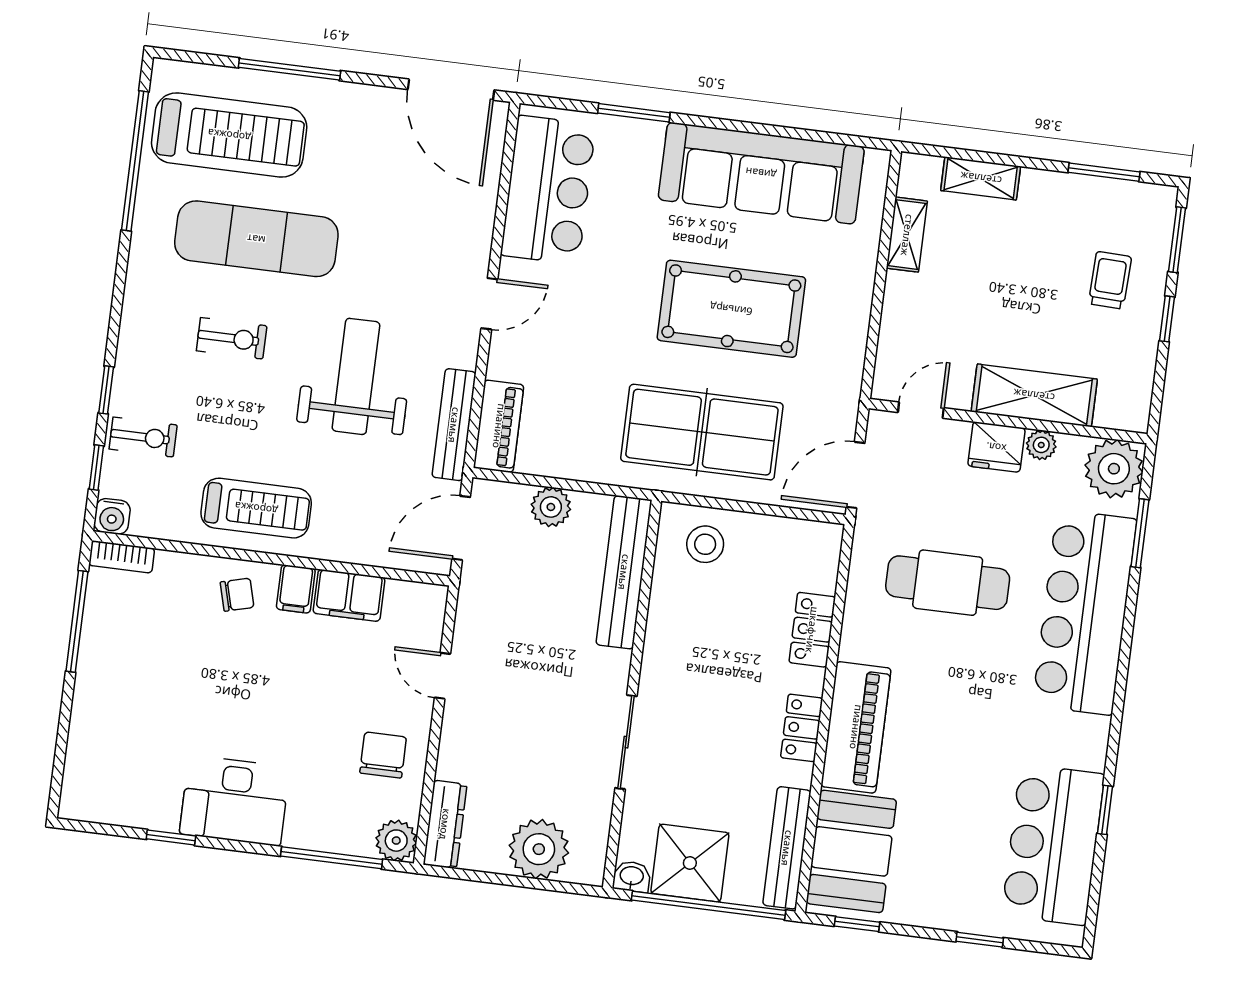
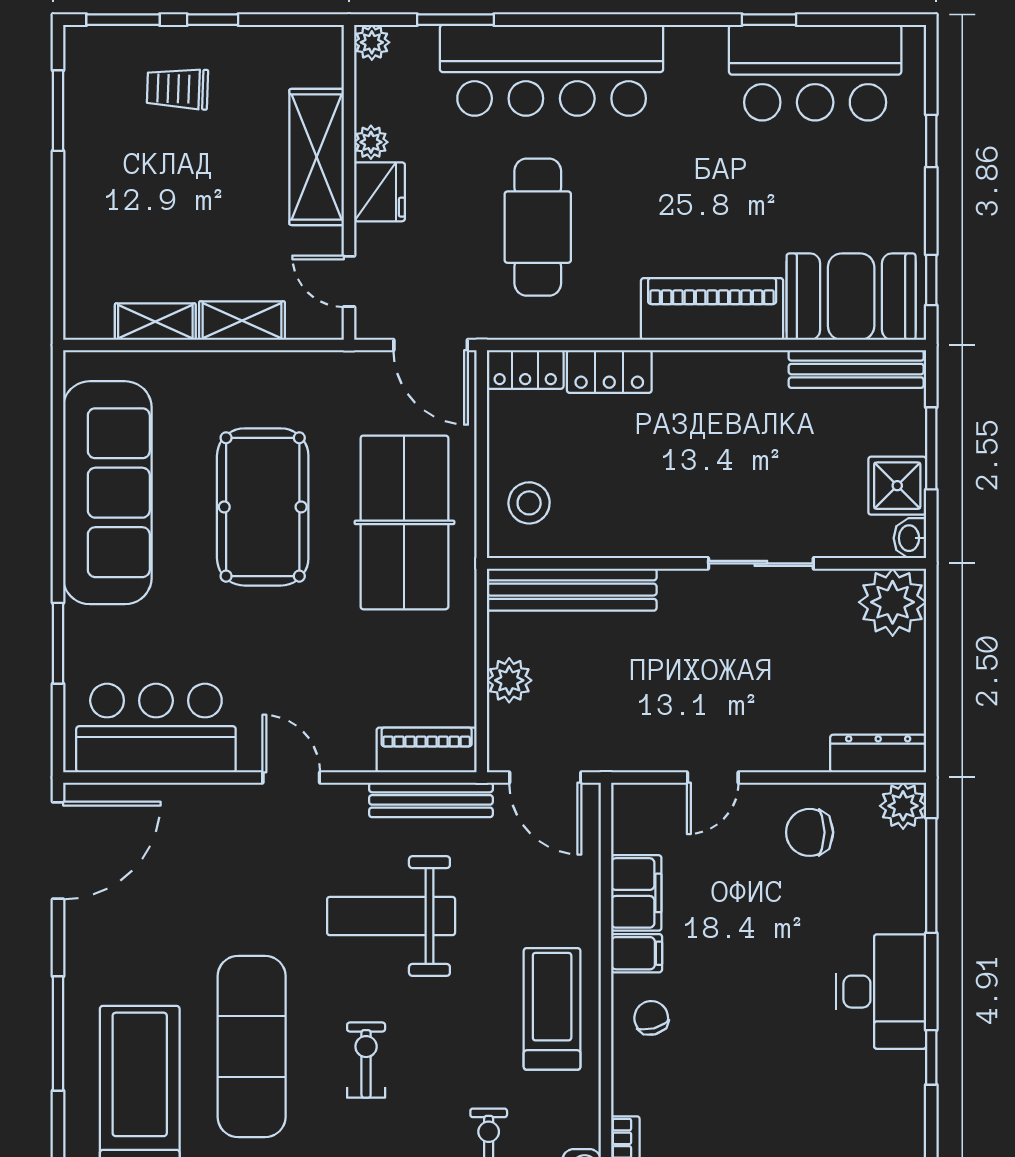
shelving: (981, 178) -> (242, 321), moved, turned 90
plant: (1114, 469) -> (372, 42), width x0.53, depth x0.53
locker: (802, 728) -> (525, 369), moved
plant: (539, 849) -> (893, 602), moved
shower: (690, 863) -> (897, 486), width x0.73, depth x0.73
window: (708, 905) -> (931, 448), width x0.47

